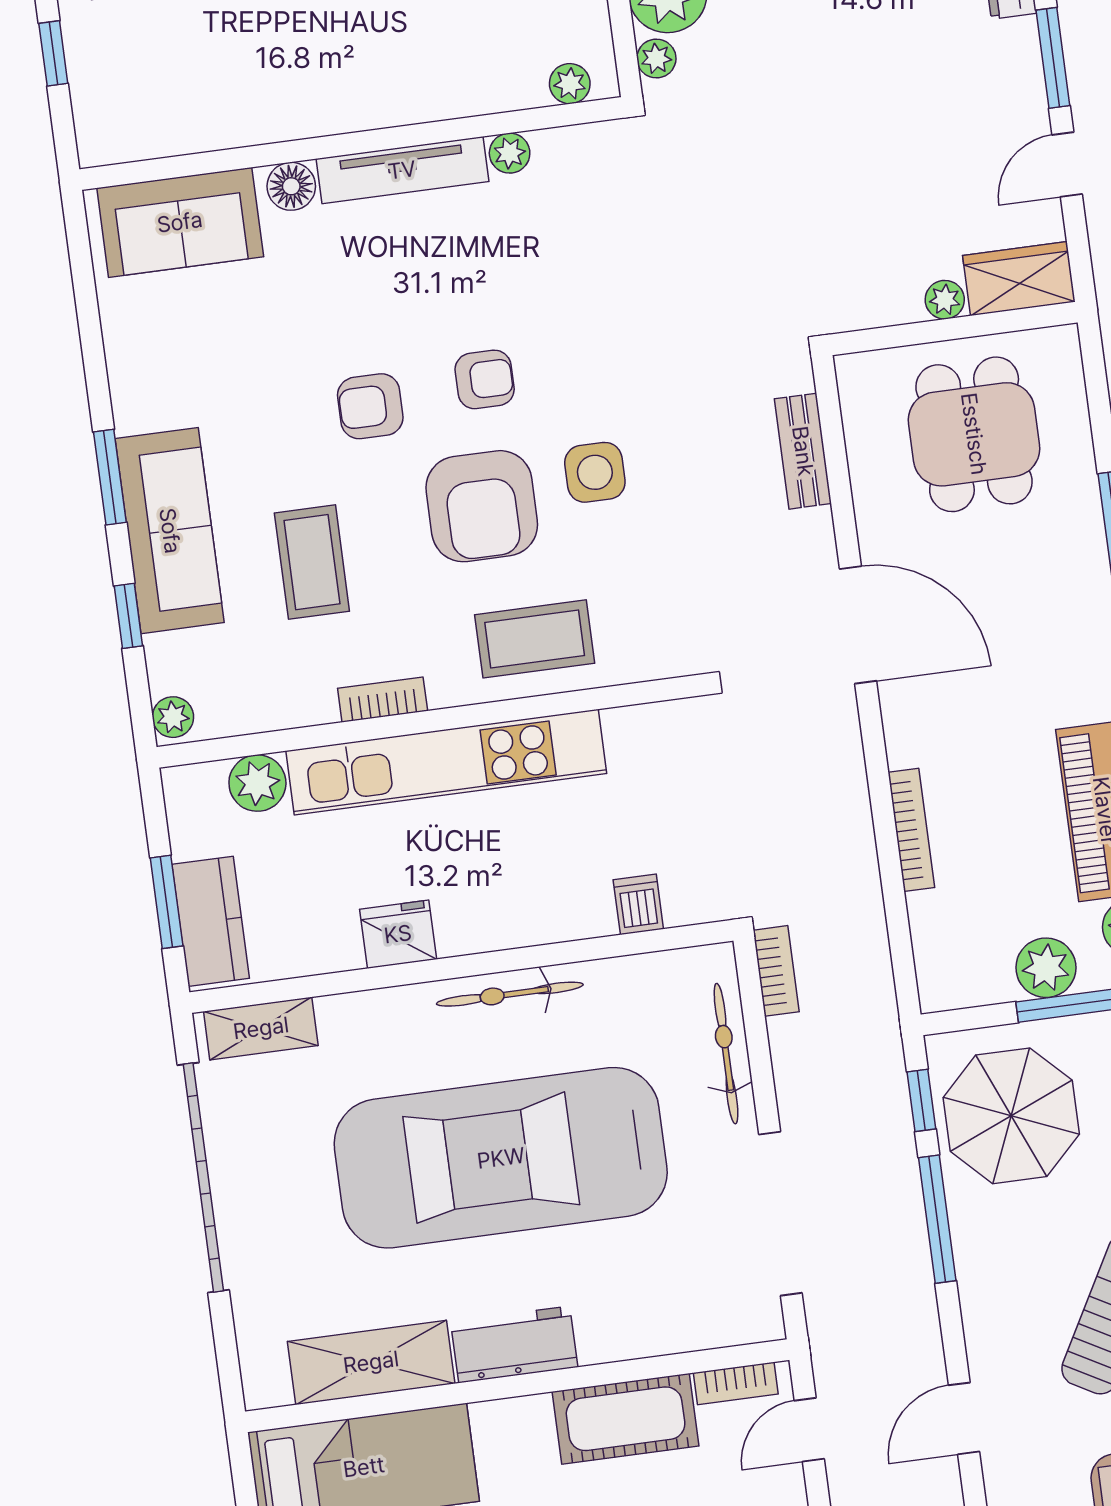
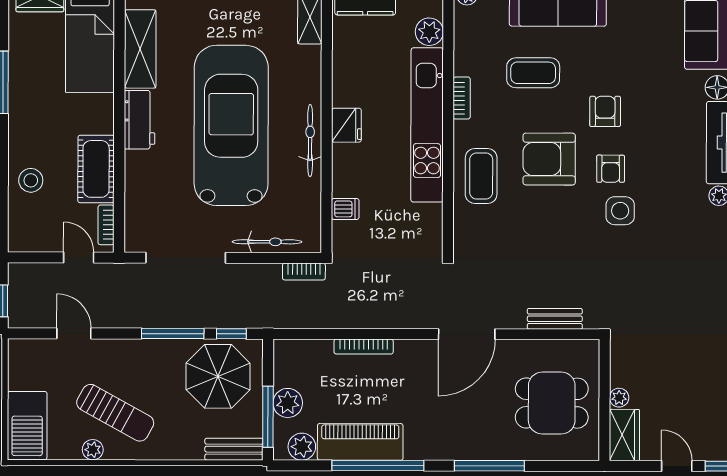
side table: (595, 472) -> (620, 211), moved
fridge: (398, 934) -> (346, 125), moved

